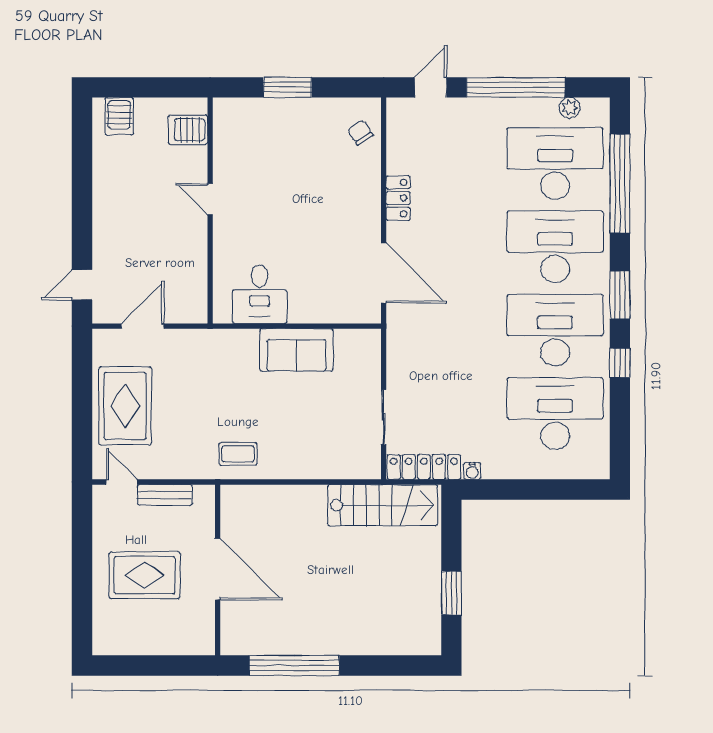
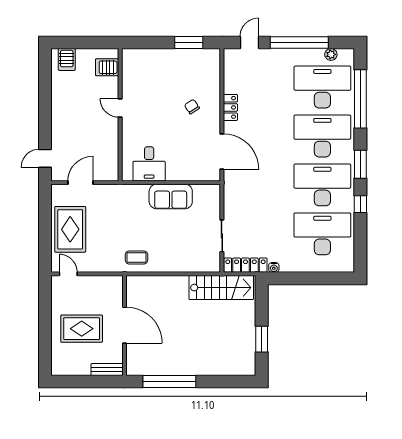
window: (288, 87) -> (189, 43), moved
chair: (360, 133) -> (192, 107), moved
bench: (165, 495) -> (107, 370), moved

